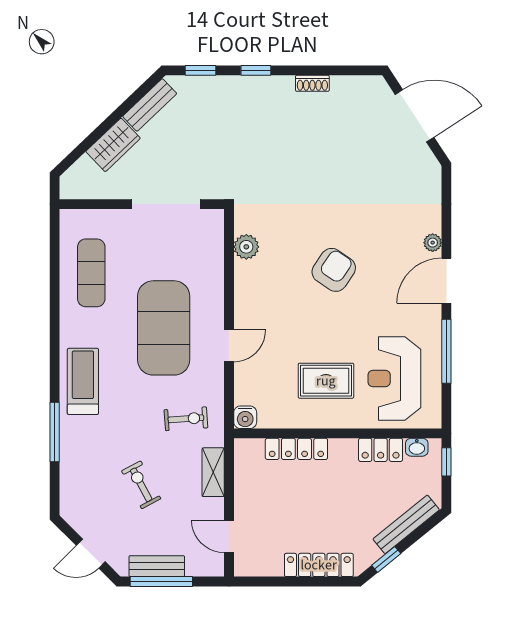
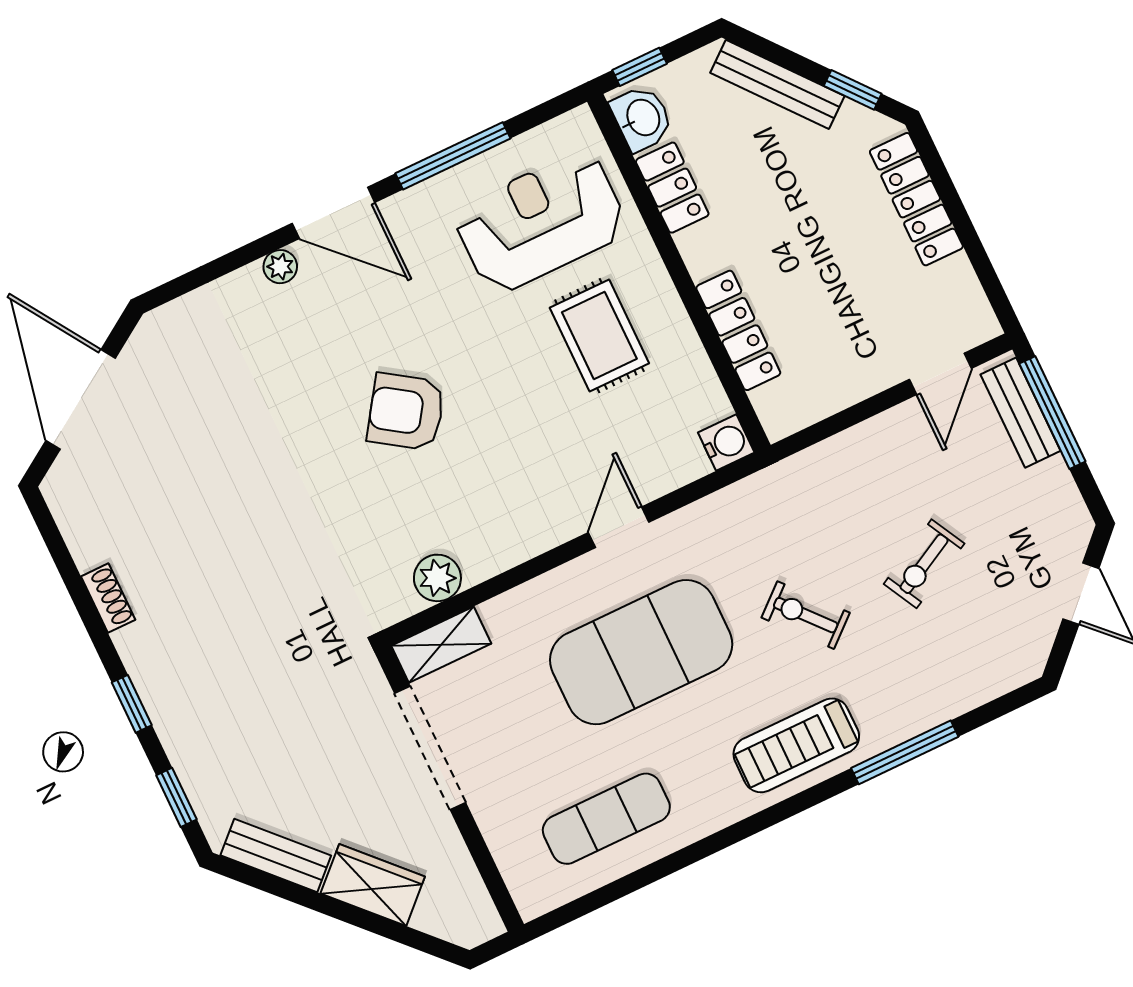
door: (229, 346) -> (619, 527), hinge flipped
reception desk: (394, 378) -> (541, 222), turned 180
exercise bike: (186, 419) -> (806, 615), moved, turned -37
washbasin: (417, 447) -> (642, 118), width x1.38, depth x1.45
shelving: (213, 472) -> (441, 645), moved
bench: (157, 566) -> (1021, 413), moved
window: (161, 581) -> (1052, 413), moved

